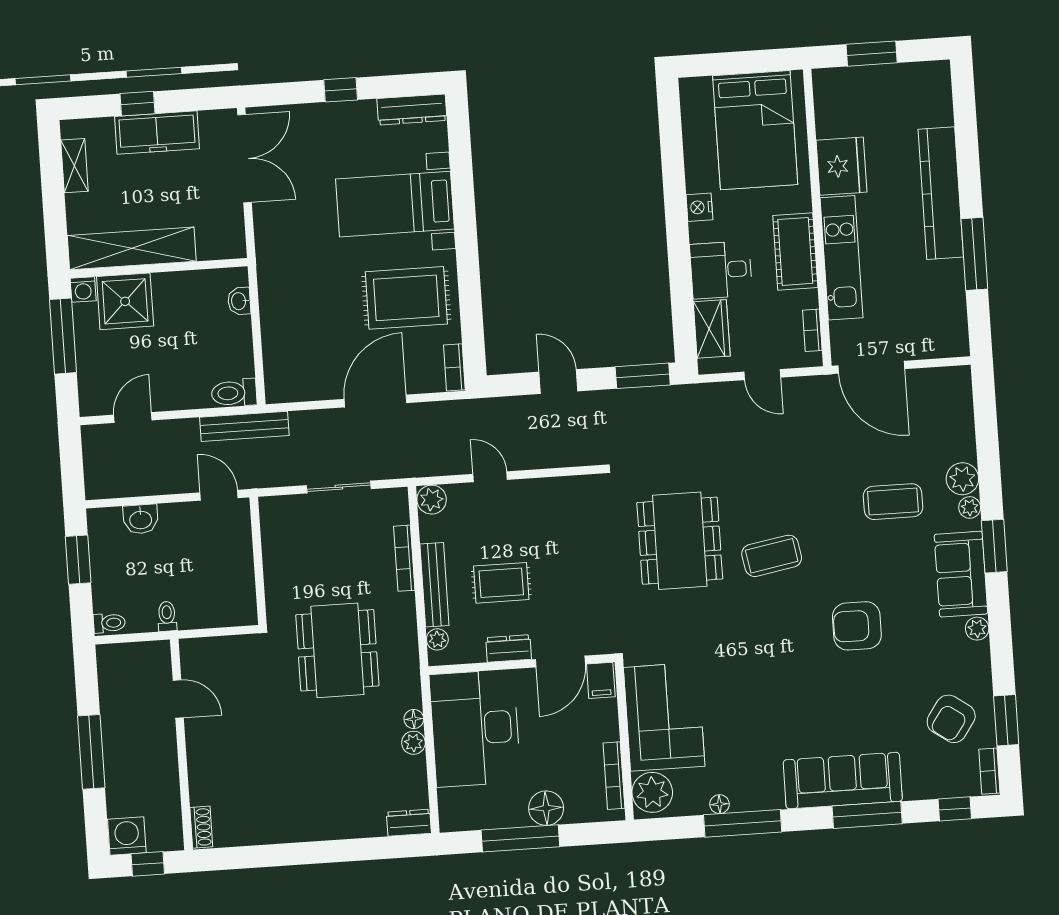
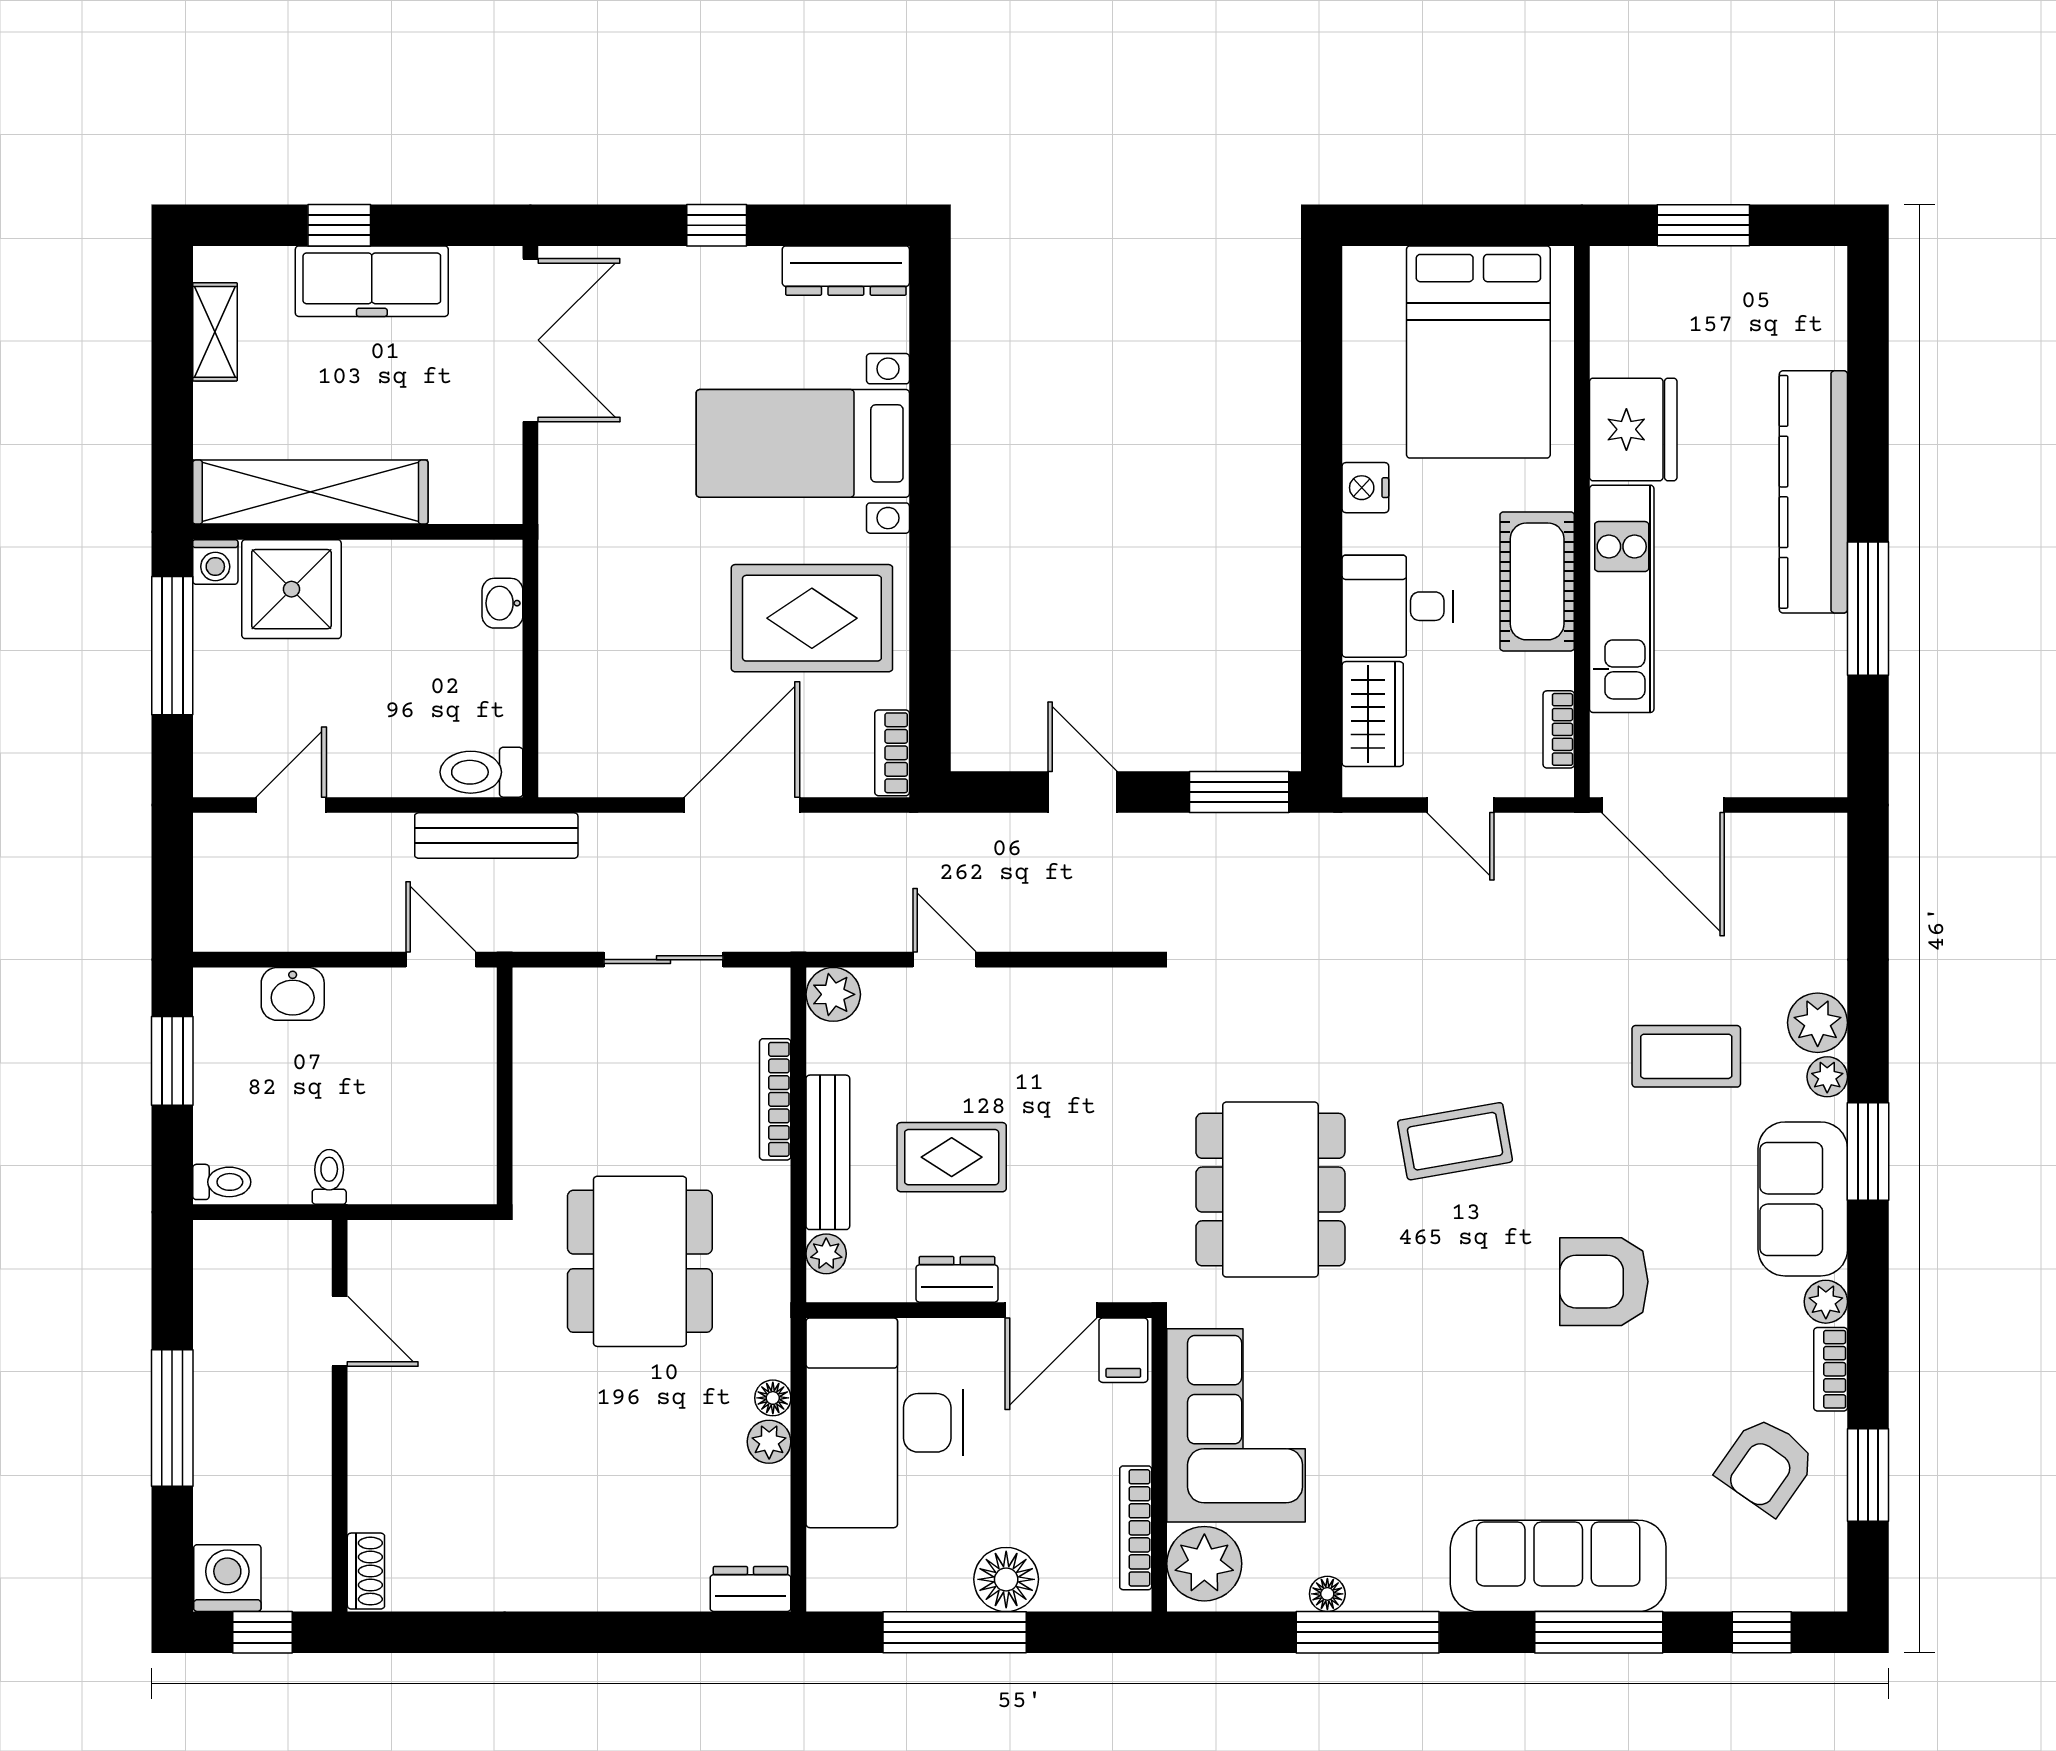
dining table: (680, 541) -> (1270, 1190), moved
bookcase: (989, 771) -> (1831, 1369), moved

